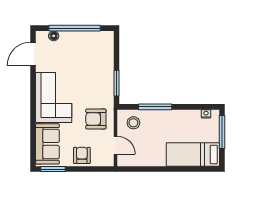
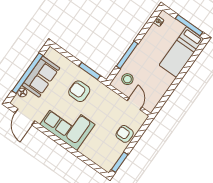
armchair: (96, 119) -> (79, 91), moved, turned 90
window: (222, 132) -> (189, 25), moved
sofa: (47, 144) -> (41, 77), moved, turned 90
door: (116, 145) -> (135, 104), hinge flipped

